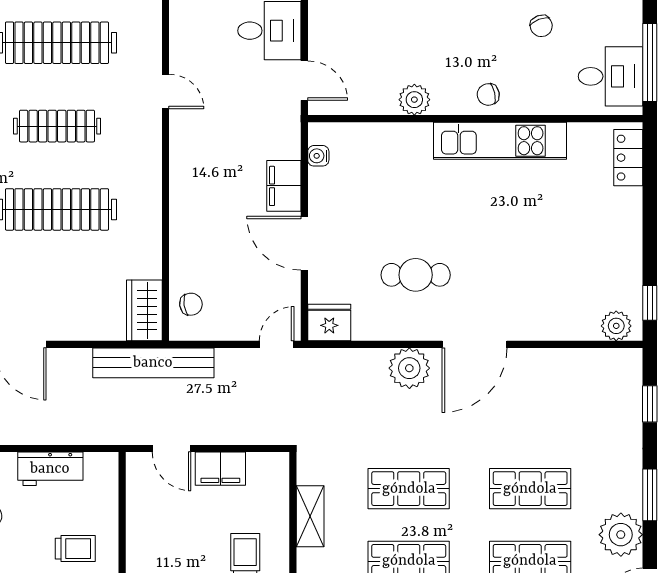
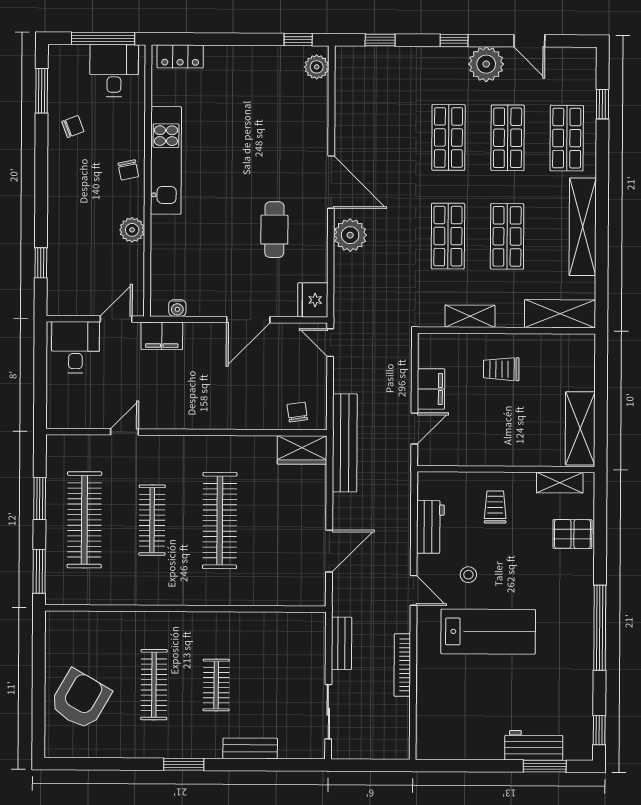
filing cabinet: (284, 186) -> (162, 336), moved
window: (650, 495) -> (454, 40), width x0.67

